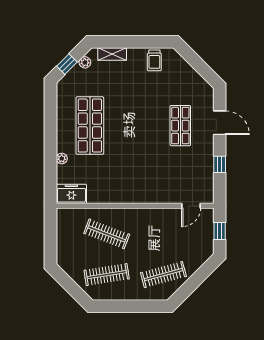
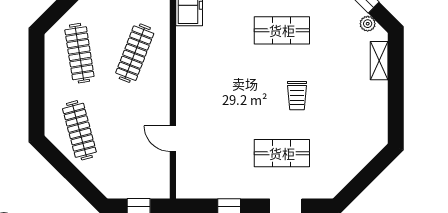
trolley: (154, 60) -> (297, 96), moved, turned -90
shop shelf: (90, 126) -> (282, 30), width x0.70, depth x0.74
door: (191, 206) -> (173, 139), moved

